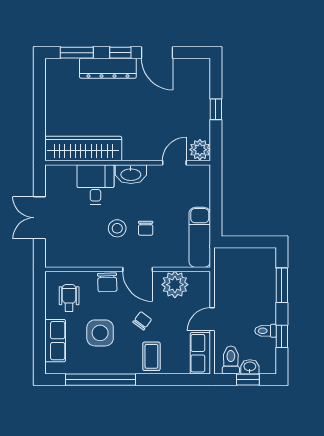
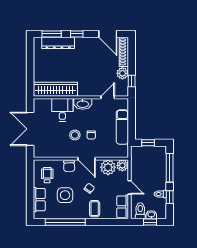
door: (157, 53) -> (108, 34), moved
dresser: (108, 68) -> (58, 43), moved
shoe rack: (202, 84) -> (124, 52), added
window: (216, 109) -> (132, 81), moved
plant: (200, 150) -> (122, 73), moved
double door: (39, 218) -> (30, 129), width x1.37
exam couch: (200, 237) -> (122, 127), moved
window: (245, 242) -> (148, 143), added
plant: (200, 281) -> (122, 165), added
window: (282, 285) -> (170, 168), width x1.44
door: (212, 319) -> (129, 187), swing flipped

